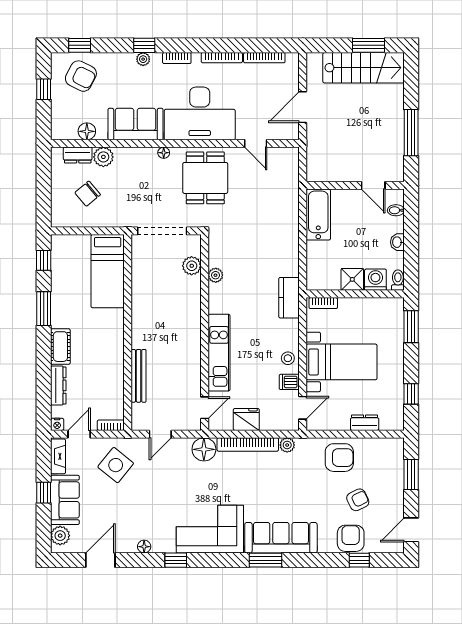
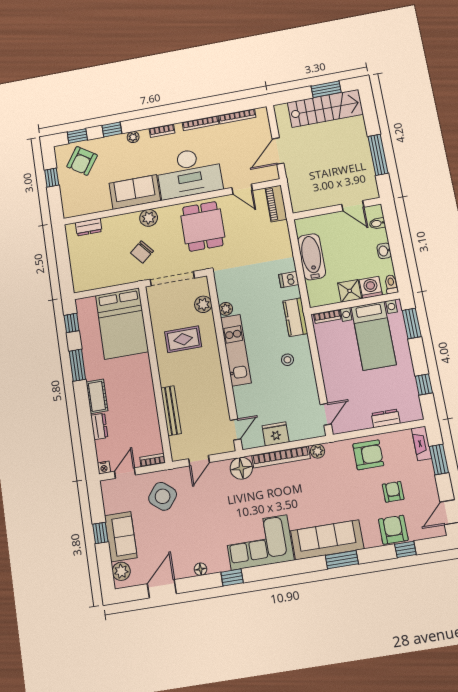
window: (144, 45) -> (112, 129), moved
armchair: (81, 76) -> (82, 161), turned 97
floor lamp: (87, 131) -> (94, 206), removed
floor lamp: (164, 153) -> (163, 212), removed
plant: (103, 157) -> (149, 218), moved
piano: (290, 167) -> (276, 204), added
chair: (88, 194) -> (142, 252), moved
bathtub: (318, 215) -> (312, 257), moved
bed: (108, 271) -> (122, 324), width x1.50
rug: (164, 300) -> (183, 339), added
kitchen unit: (219, 353) -> (236, 350), moved
stool: (288, 358) -> (287, 360), moved
bed with nightstands: (342, 362) -> (374, 336), moved, turned 90
dishwasher: (289, 382) -> (289, 280), moved
dresser: (58, 385) -> (99, 426), width x0.70
fireplace: (58, 456) -> (422, 443), moved, turned 180
armchair: (358, 500) -> (393, 492), turned -64
window: (265, 560) -> (342, 560), moved

